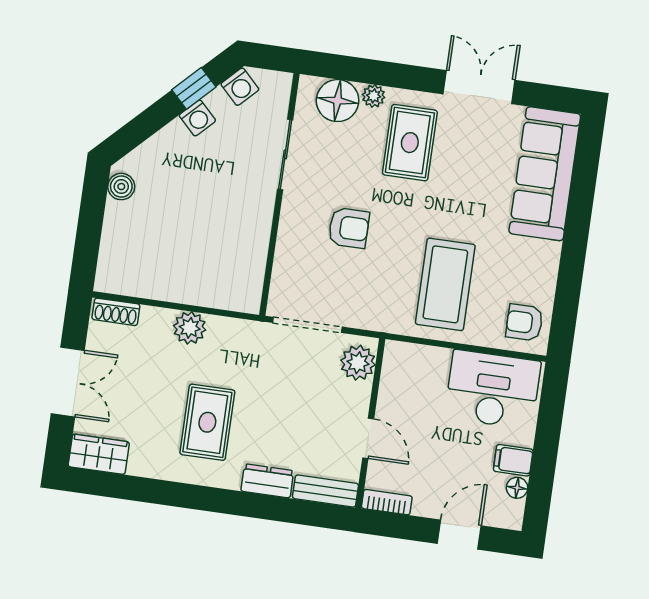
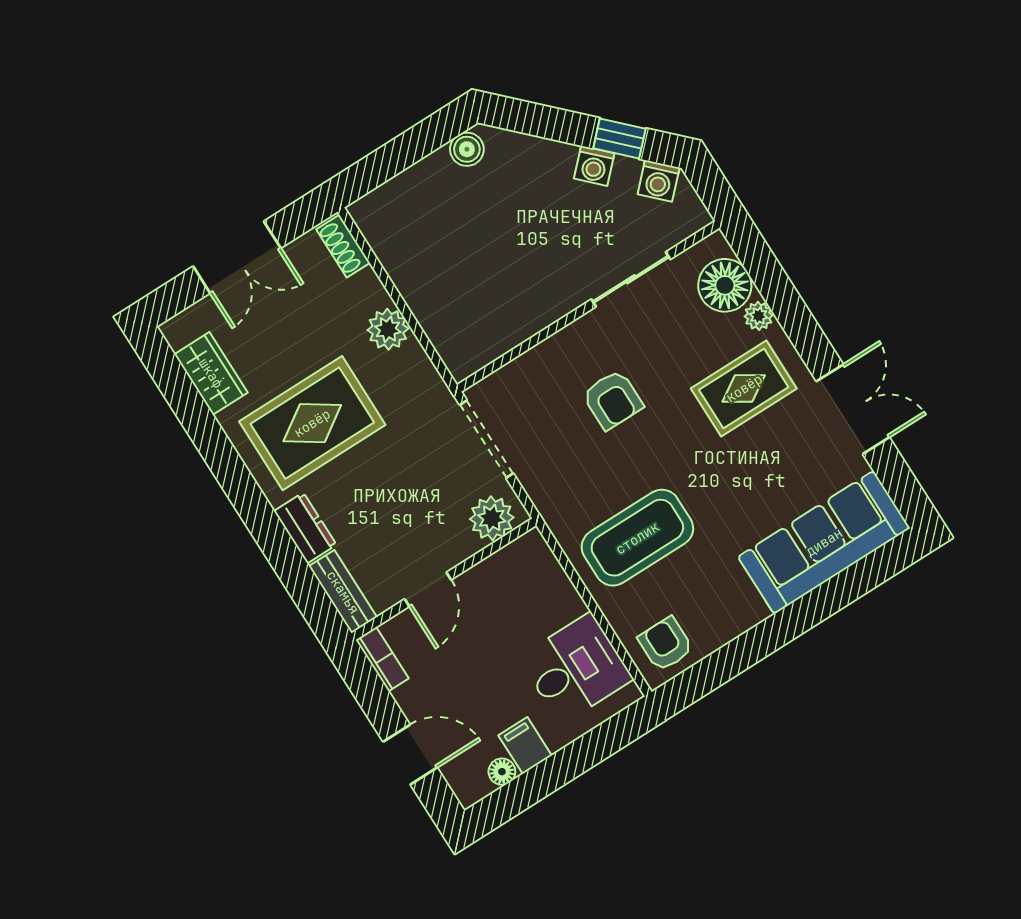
desk: (493, 389) -> (576, 668), width x0.73
rug: (207, 422) -> (312, 423), width x1.36, depth x1.43
wardrobe: (99, 454) -> (211, 373), moved

